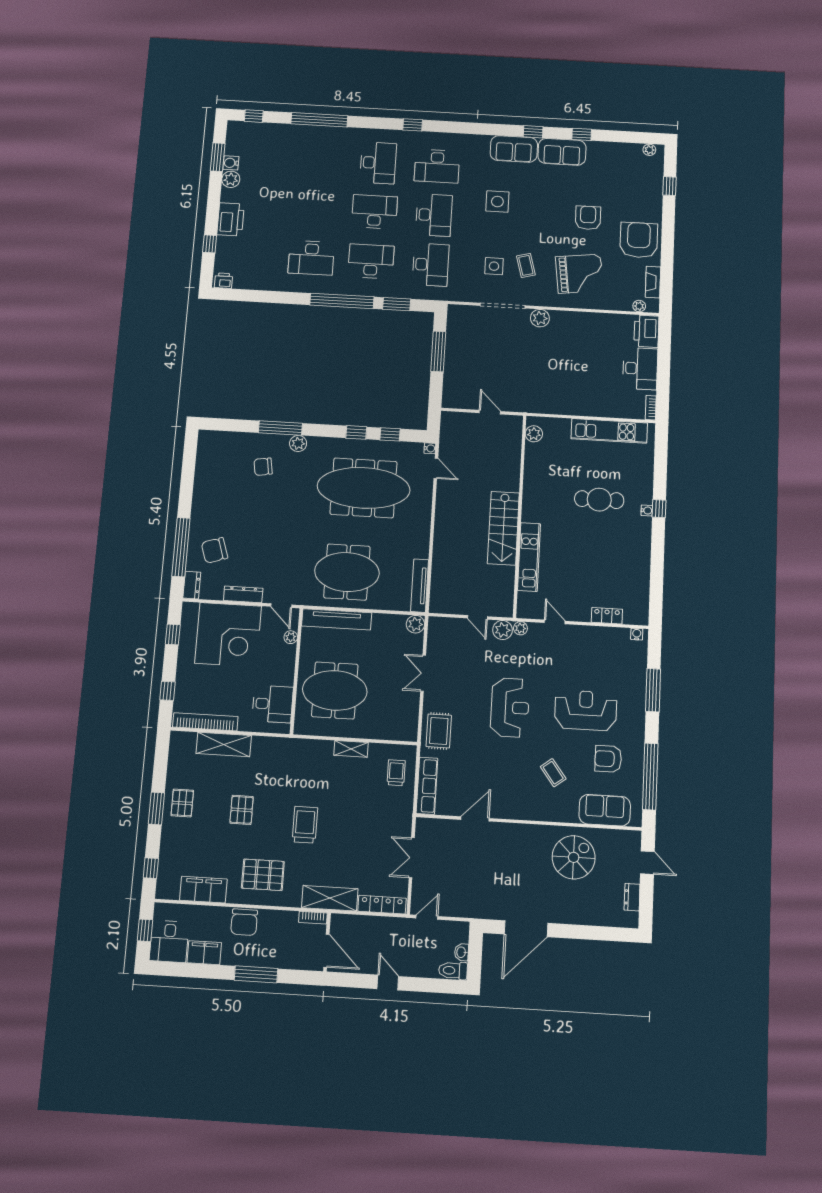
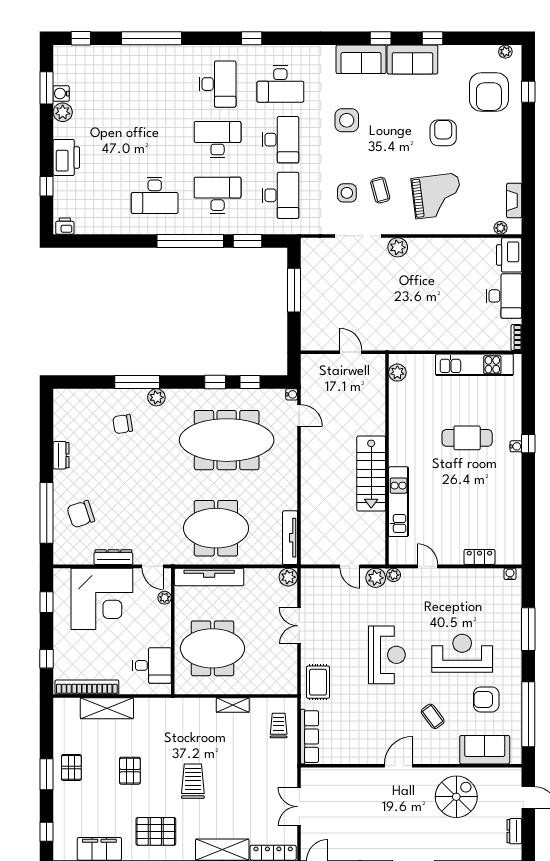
armchair: (639, 240) -> (489, 92), moved, turned 180
dresser: (192, 585) -> (61, 455), moved
door: (475, 819) -> (398, 766), moved

